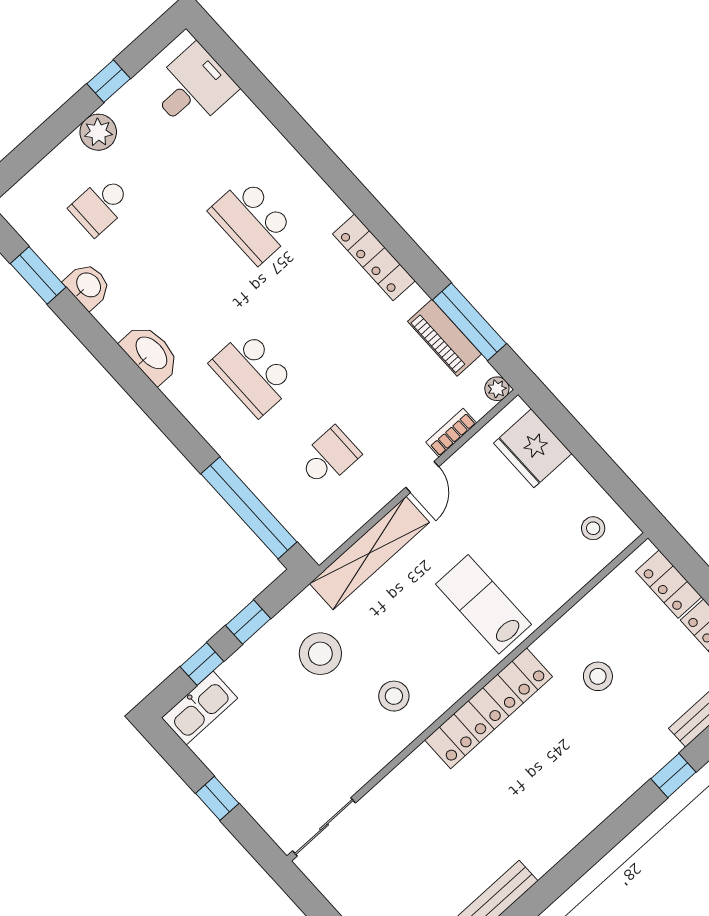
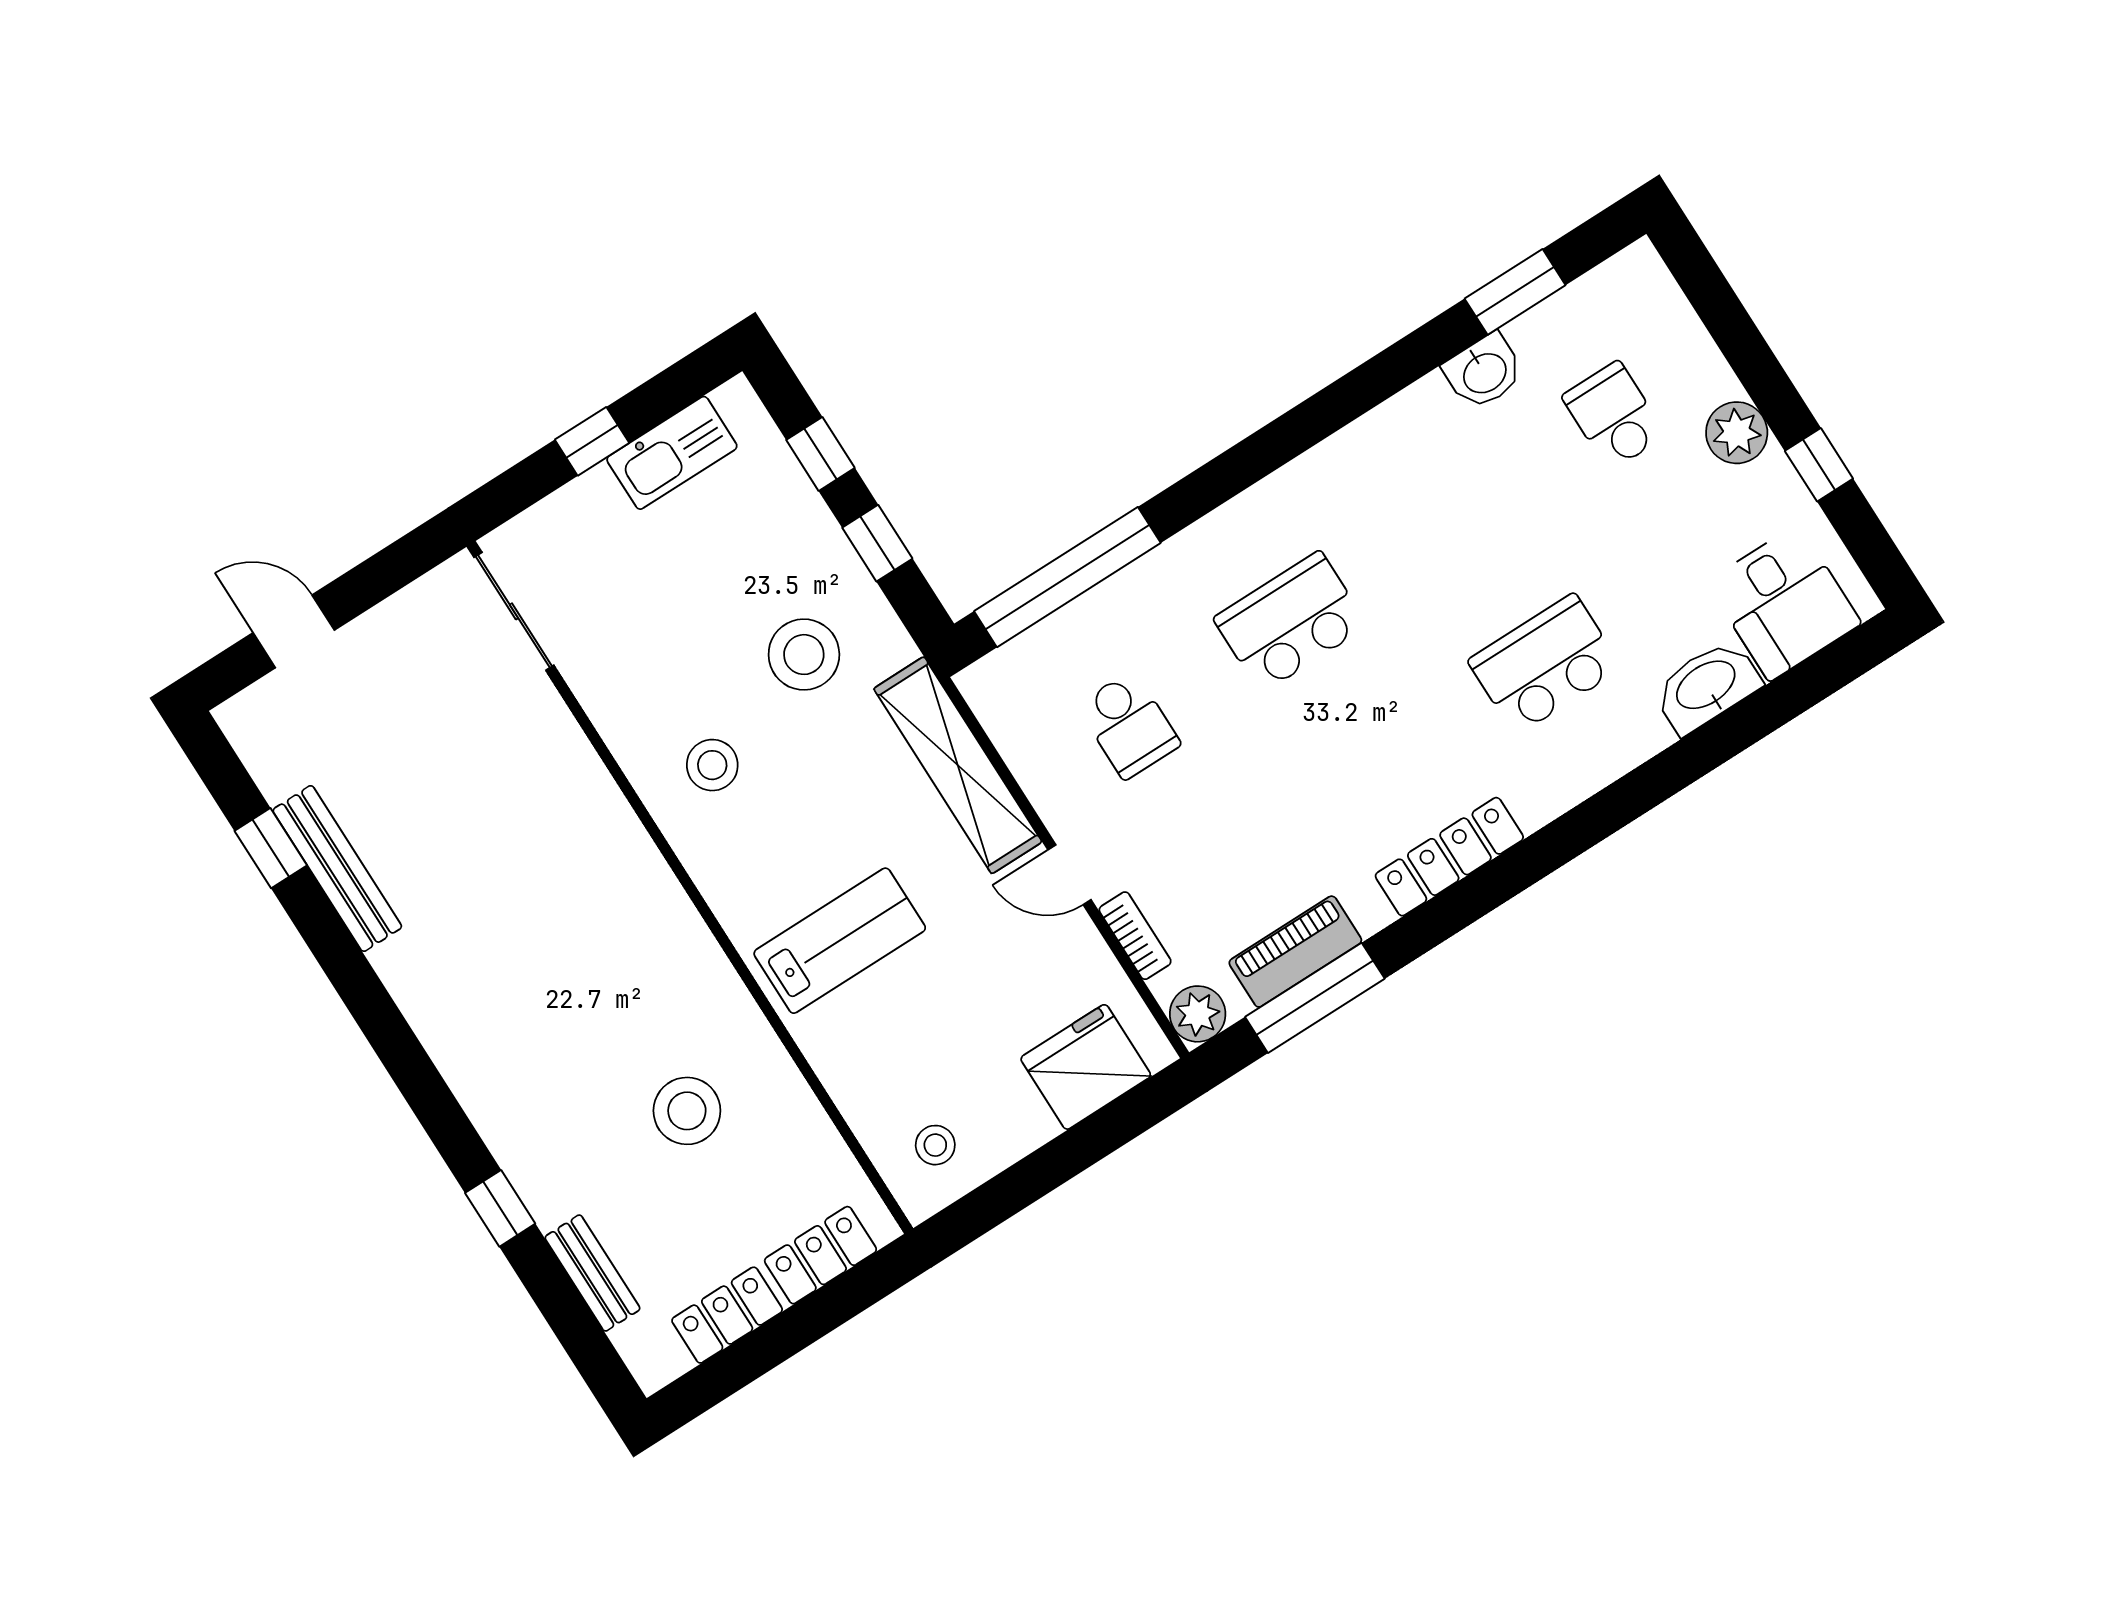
washbasin: (151, 354) -> (1707, 686), moved, turned 180
plant: (497, 389) -> (1198, 1014), width x1.38, depth x1.38
stool: (598, 676) -> (687, 1111), width x1.38, depth x1.38
kitchen sink: (200, 708) -> (672, 453), moved, turned -90
locker: (489, 708) -> (665, 919), removed

